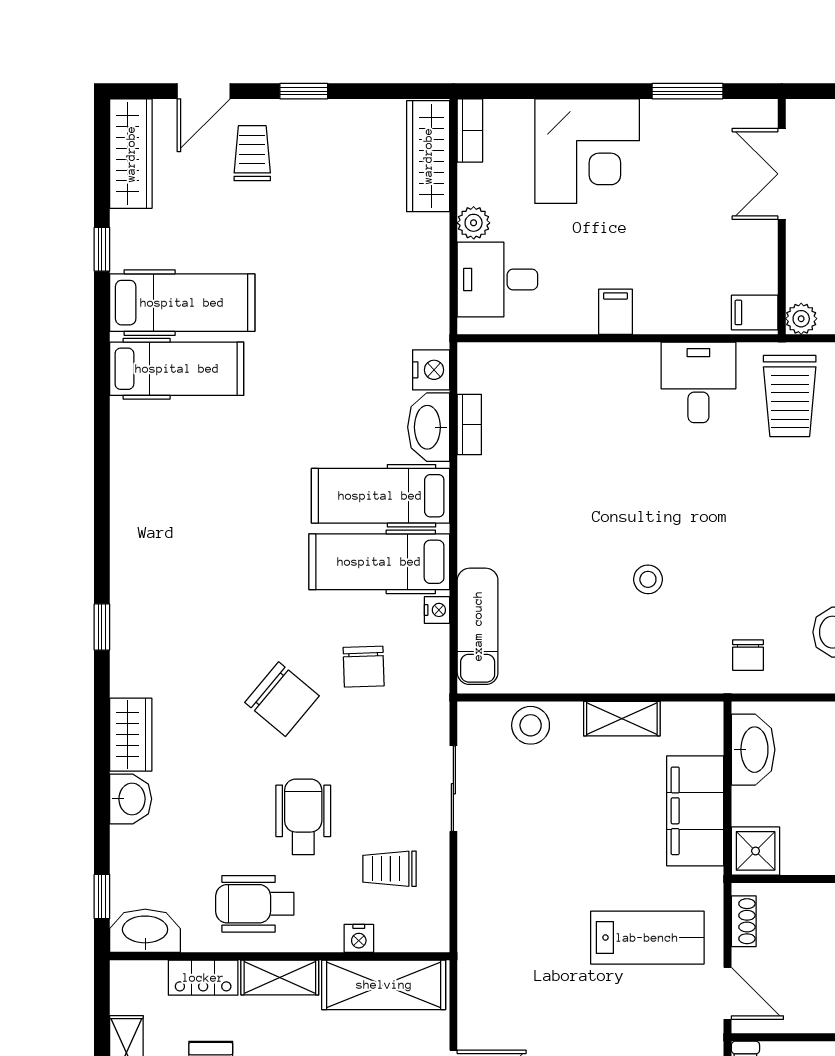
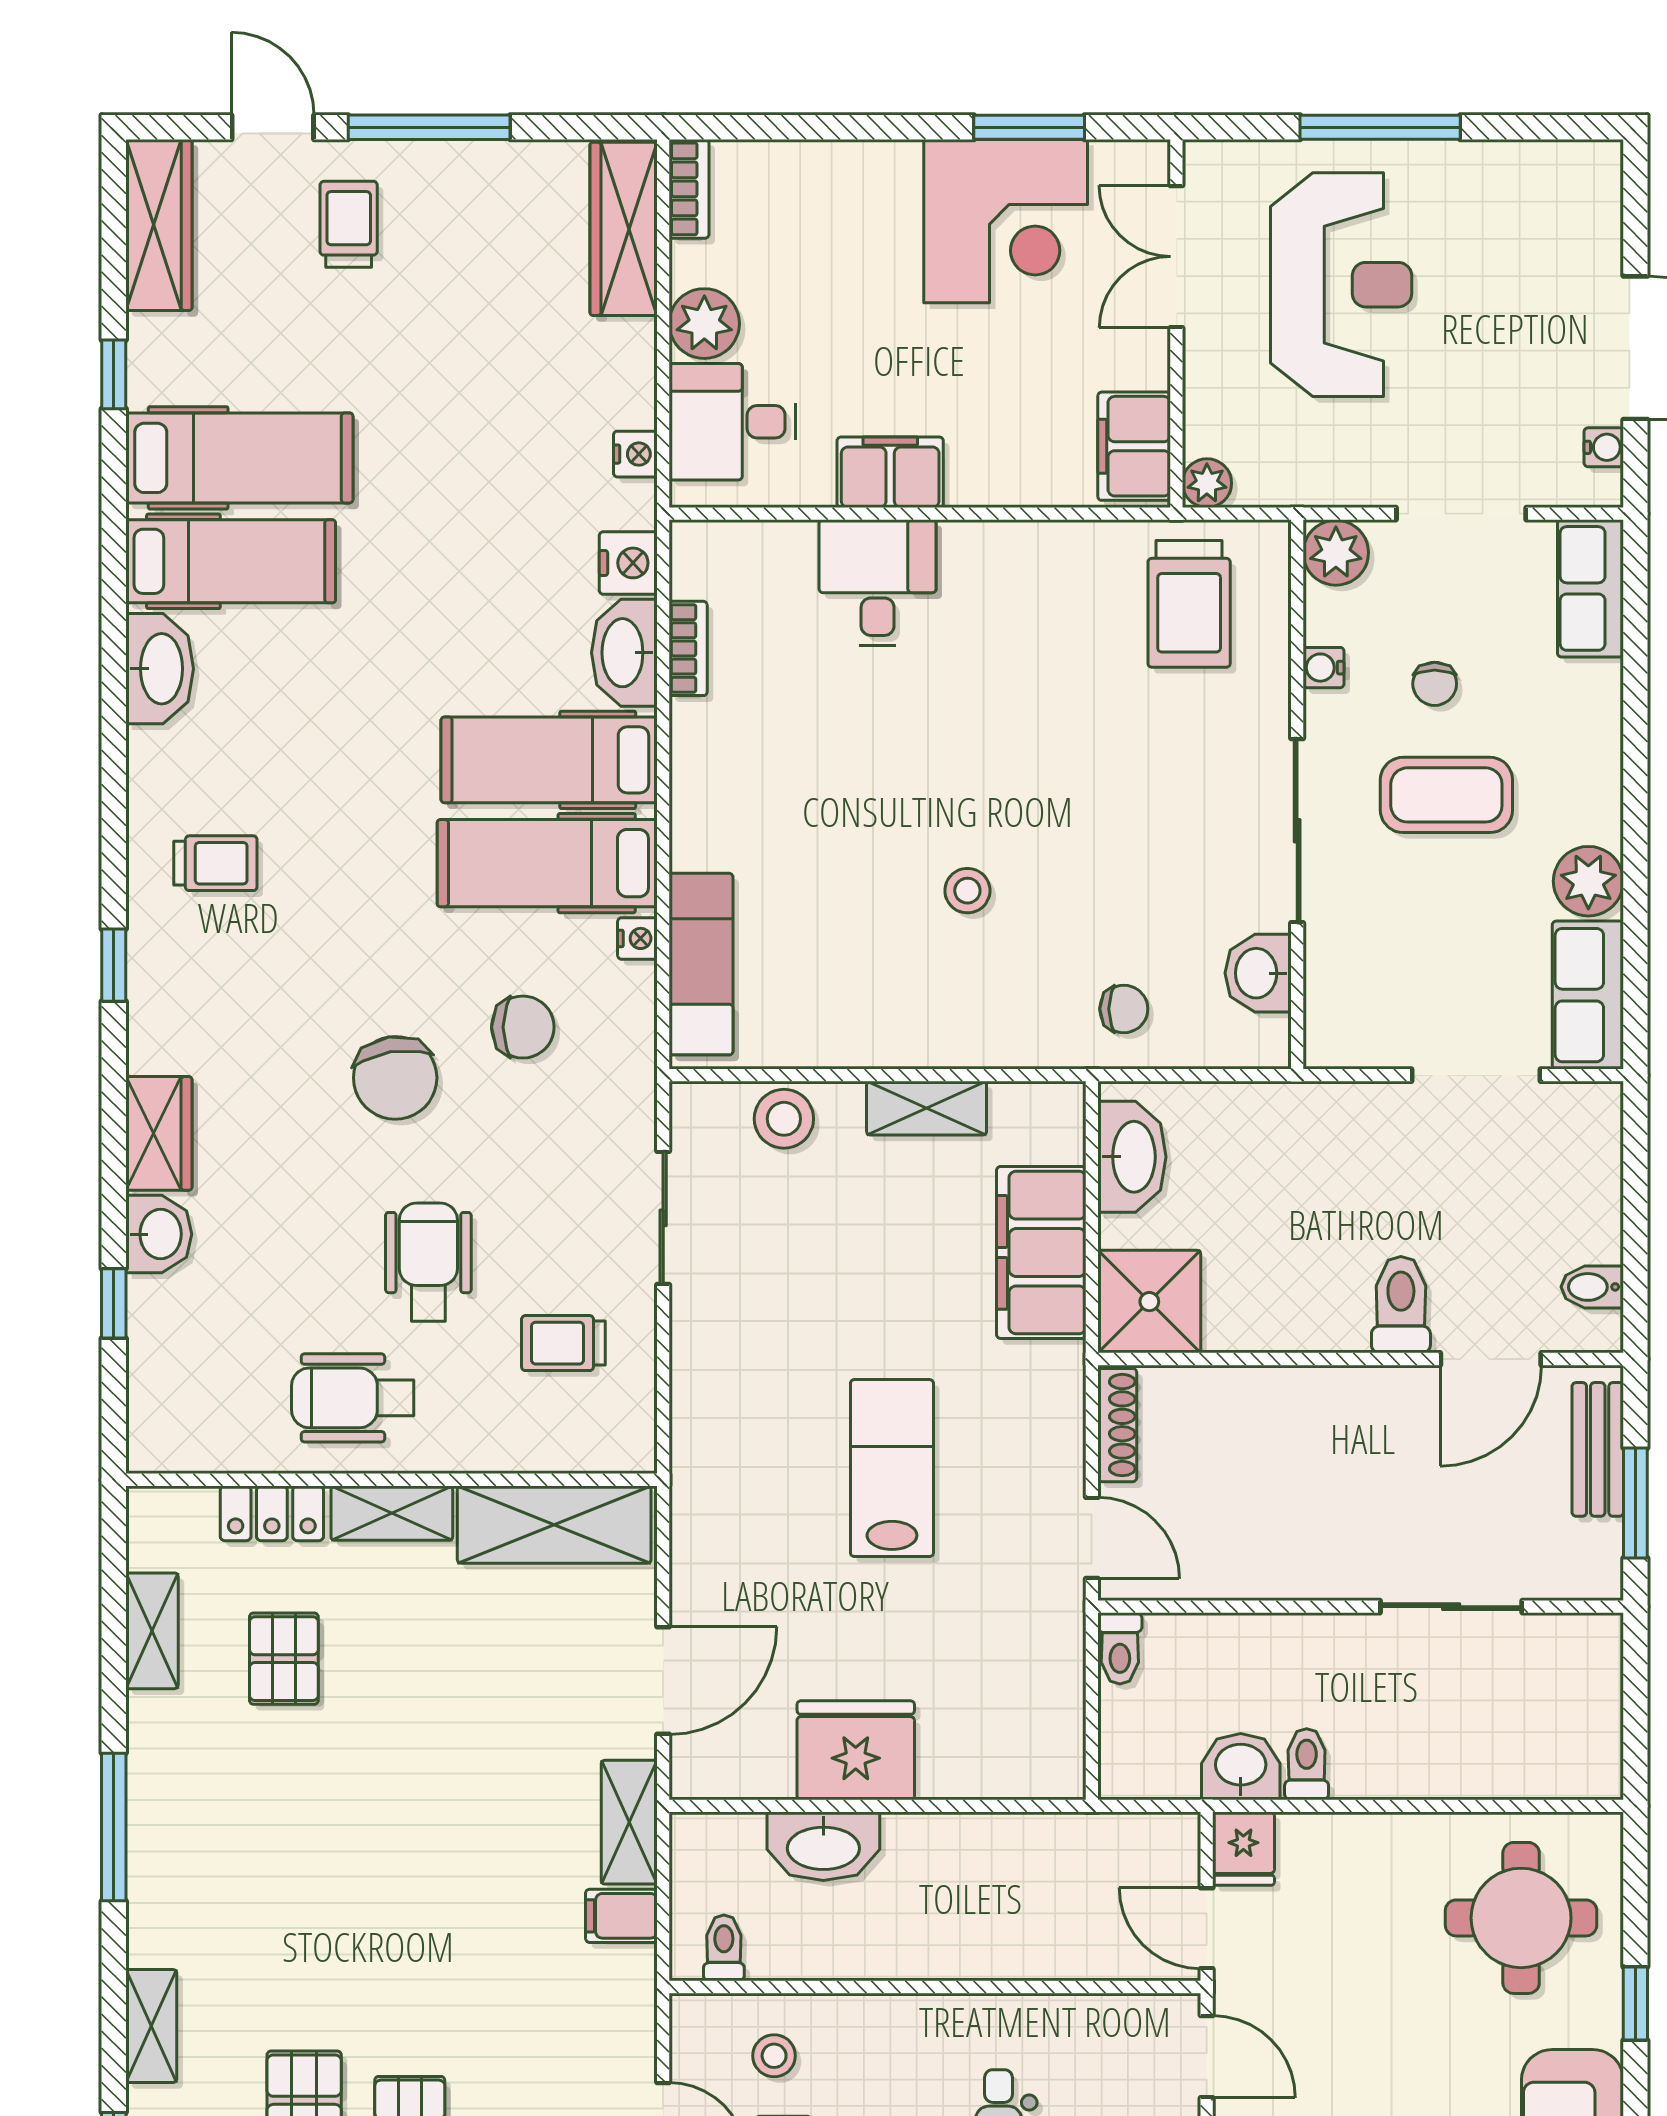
door: (204, 91) -> (273, 127), swing flipped
window: (304, 91) -> (429, 127), width x2.17
corner desk: (587, 151) -> (1006, 221), moved
plant: (474, 223) -> (704, 324), width x1.38, depth x1.38
filing cabinet: (616, 312) -> (890, 472), width x2.00
filing cabinet: (755, 312) -> (1134, 446), width x2.00
desk: (698, 382) -> (878, 583), moved
trolley: (167, 562) -> (215, 863), added
chair: (748, 655) -> (1124, 1009), turned -90
chair: (364, 667) -> (523, 1027), turned -88
chair: (282, 699) -> (395, 1078), turned 41
shower: (756, 851) -> (1149, 1302), width x1.36, depth x1.36
window: (102, 897) -> (114, 1303), moved
shoe rack: (744, 921) -> (1117, 1425), width x1.43
washbasin: (145, 931) -> (160, 669), moved, turned 90
nightstand: (359, 938) -> (635, 454), moved, turned -90
lab bench: (647, 938) -> (892, 1468), moved, turned -90

